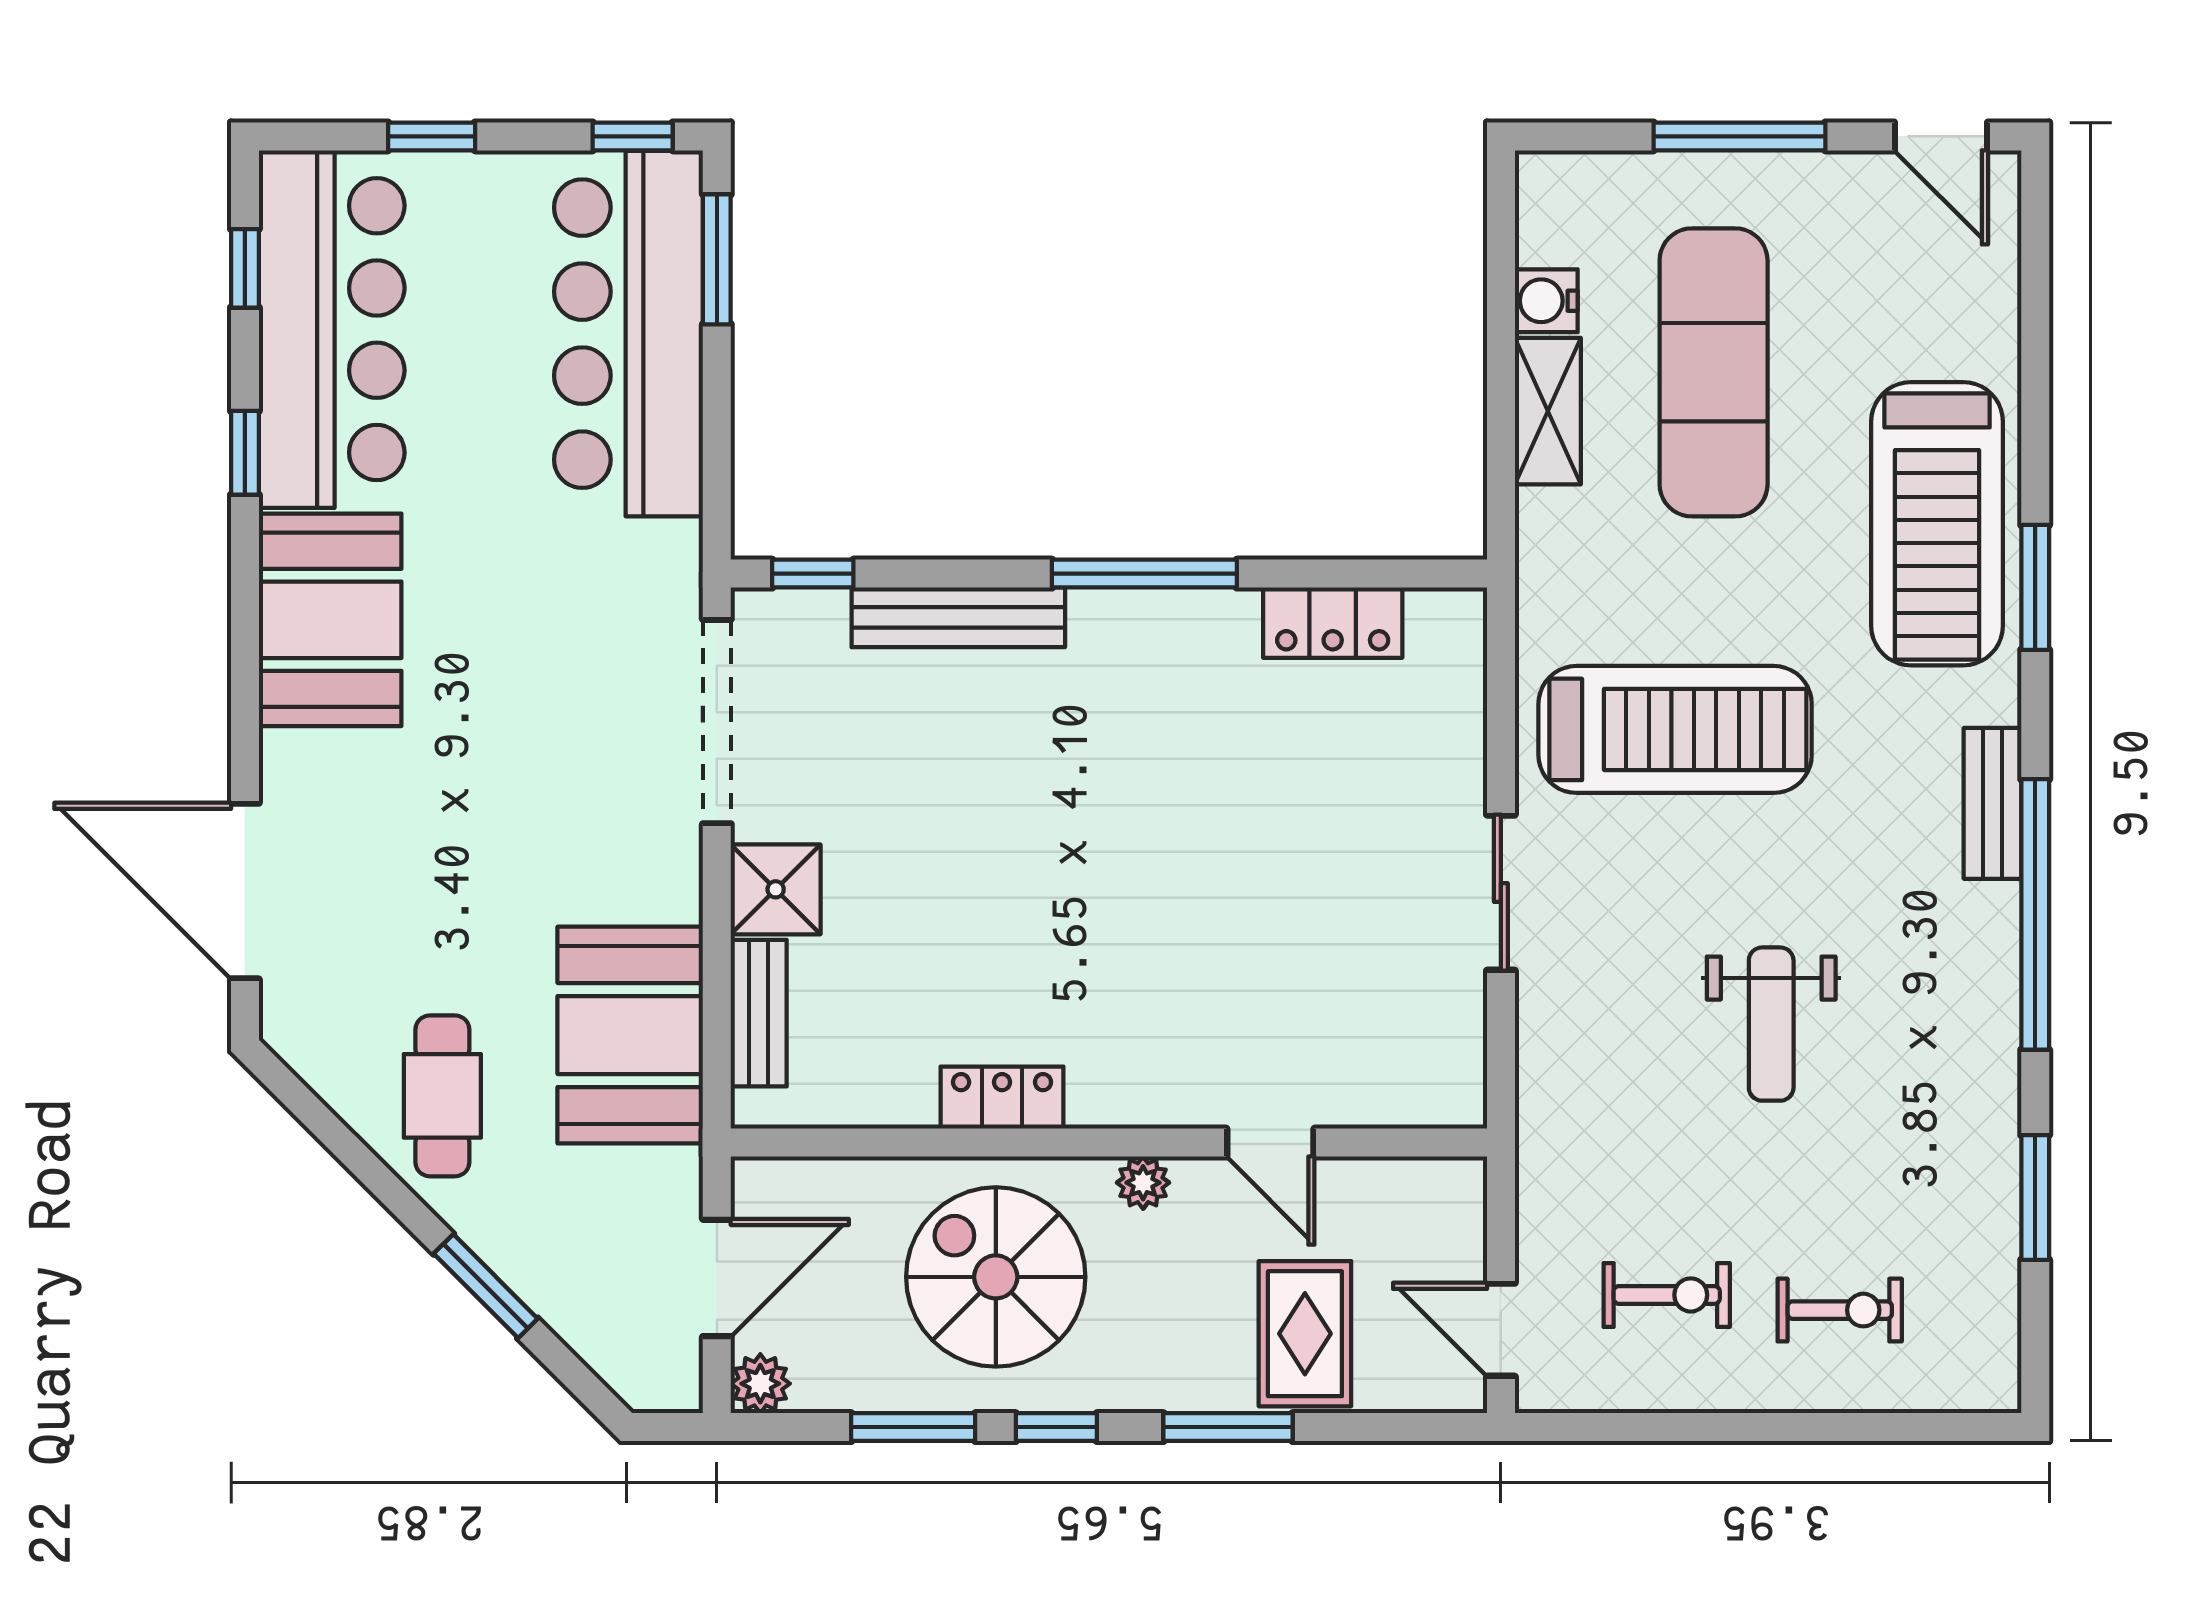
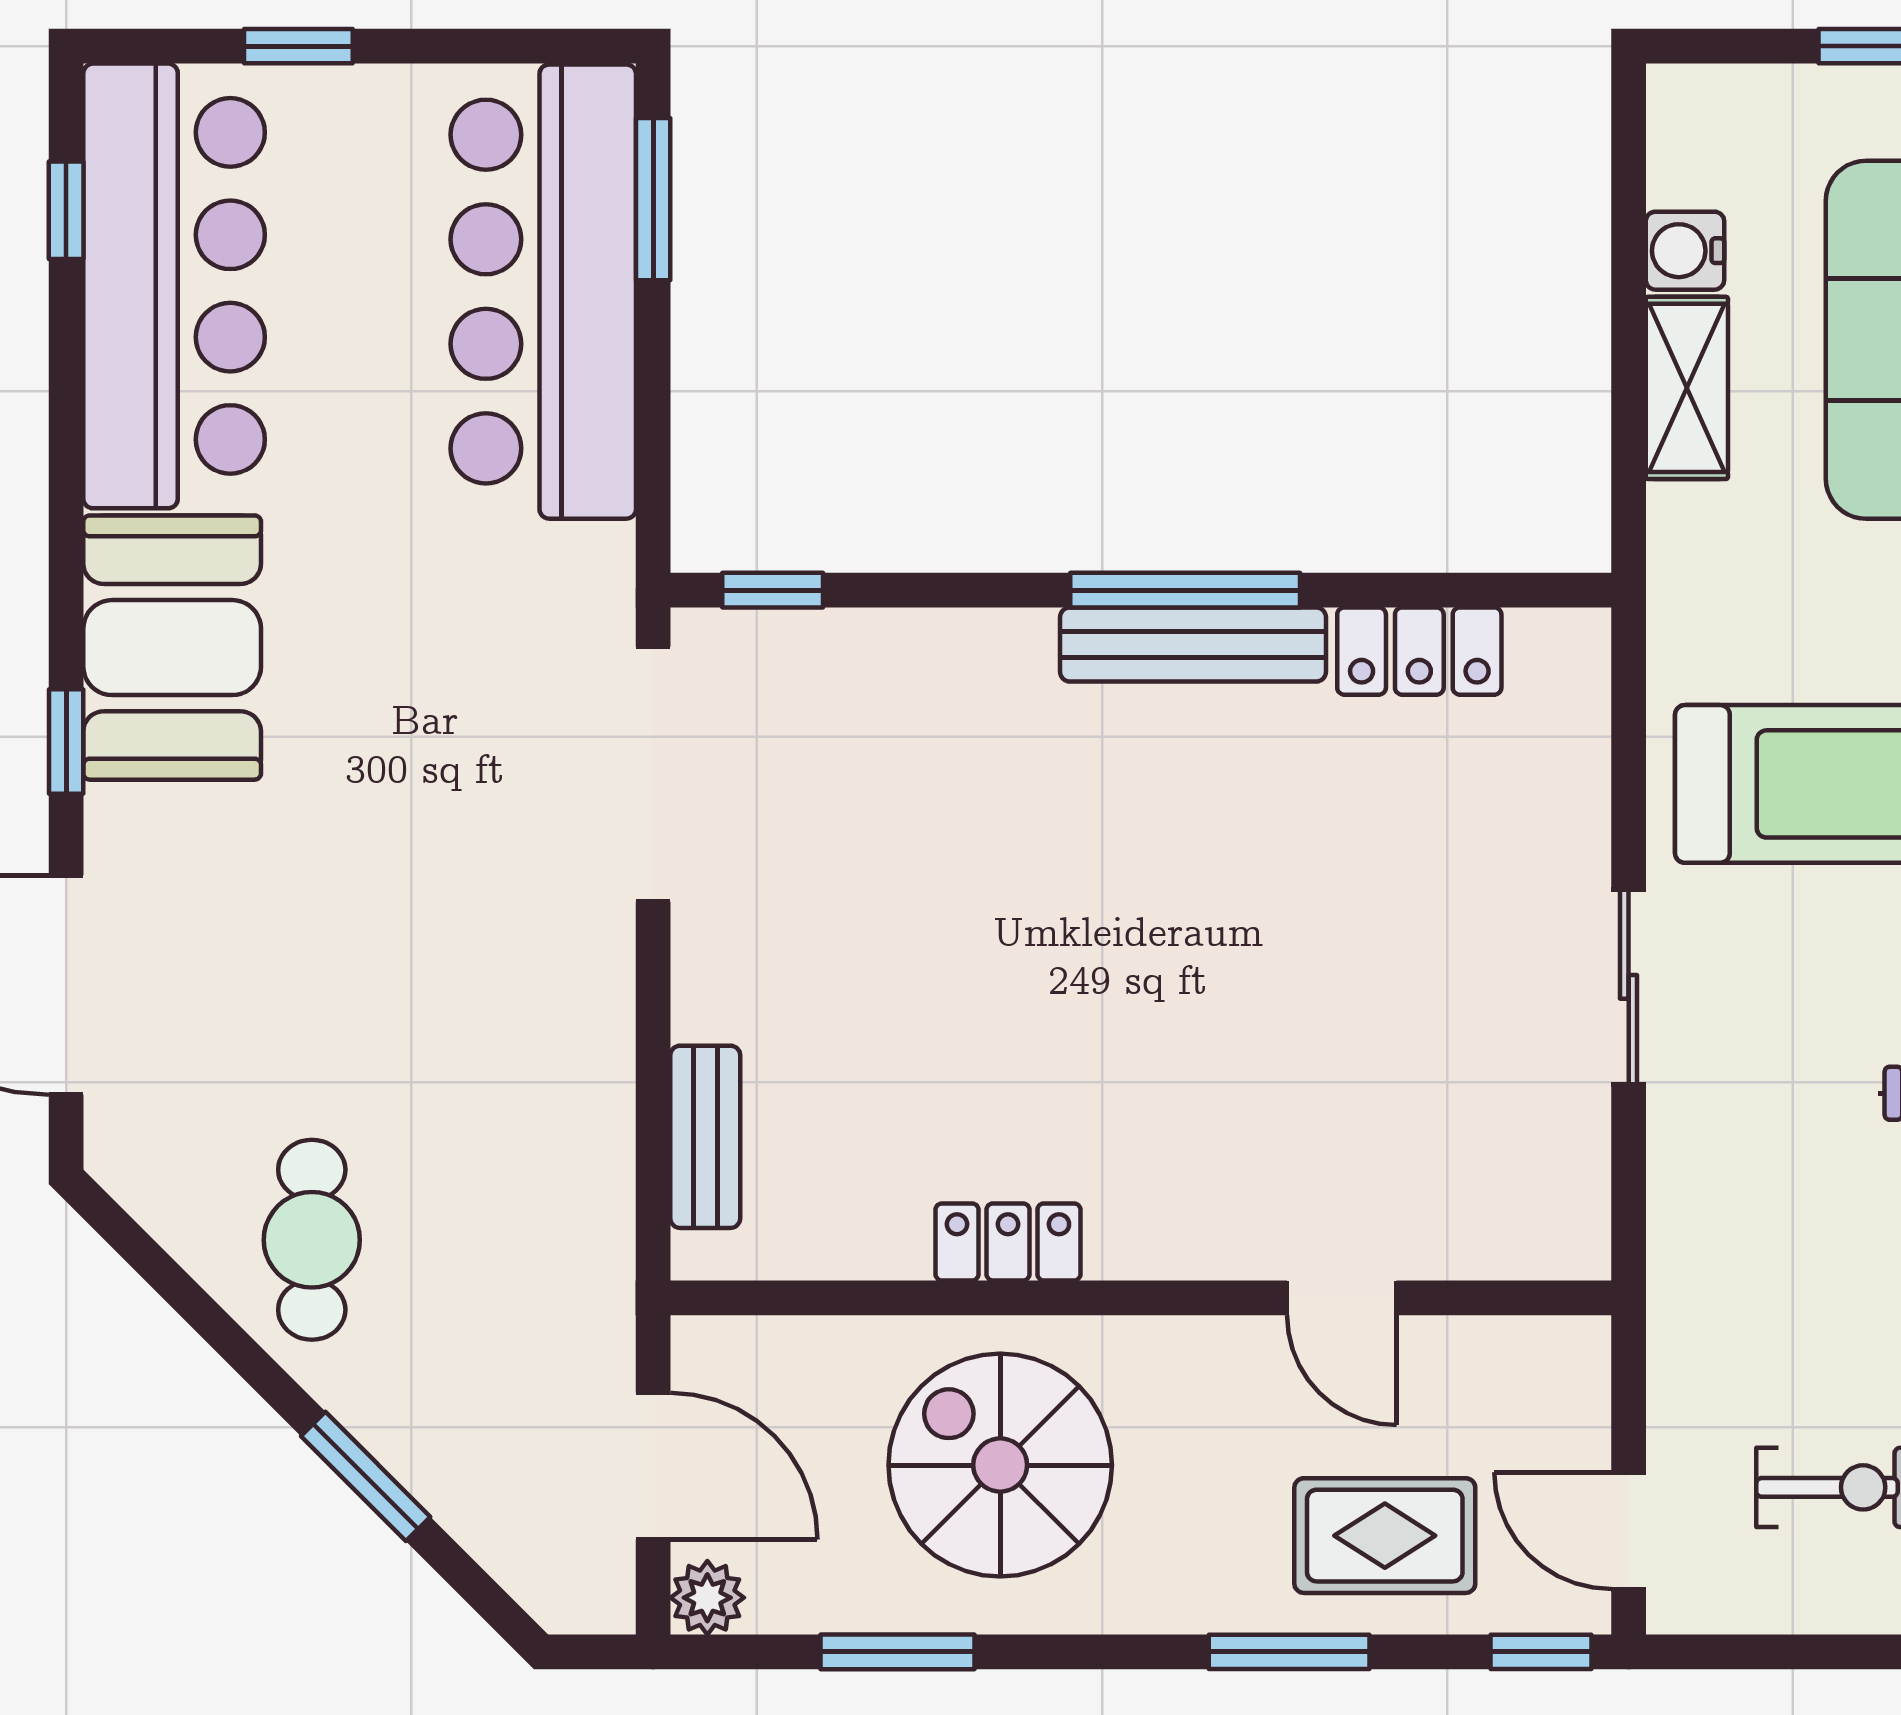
window: (633, 136) -> (549, 46), removed
window: (245, 453) -> (66, 742), moved
bench: (958, 617) -> (1193, 644), moved
shower: (776, 889) -> (726, 983), removed
booth: (630, 1035) -> (545, 1164), removed
plant: (1143, 1183) -> (1183, 1348), removed
door: (717, 1278) -> (653, 1466), hinge flipped
rug: (1305, 1334) -> (1385, 1536), turned 90
window: (1056, 1427) -> (1541, 1652), moved

